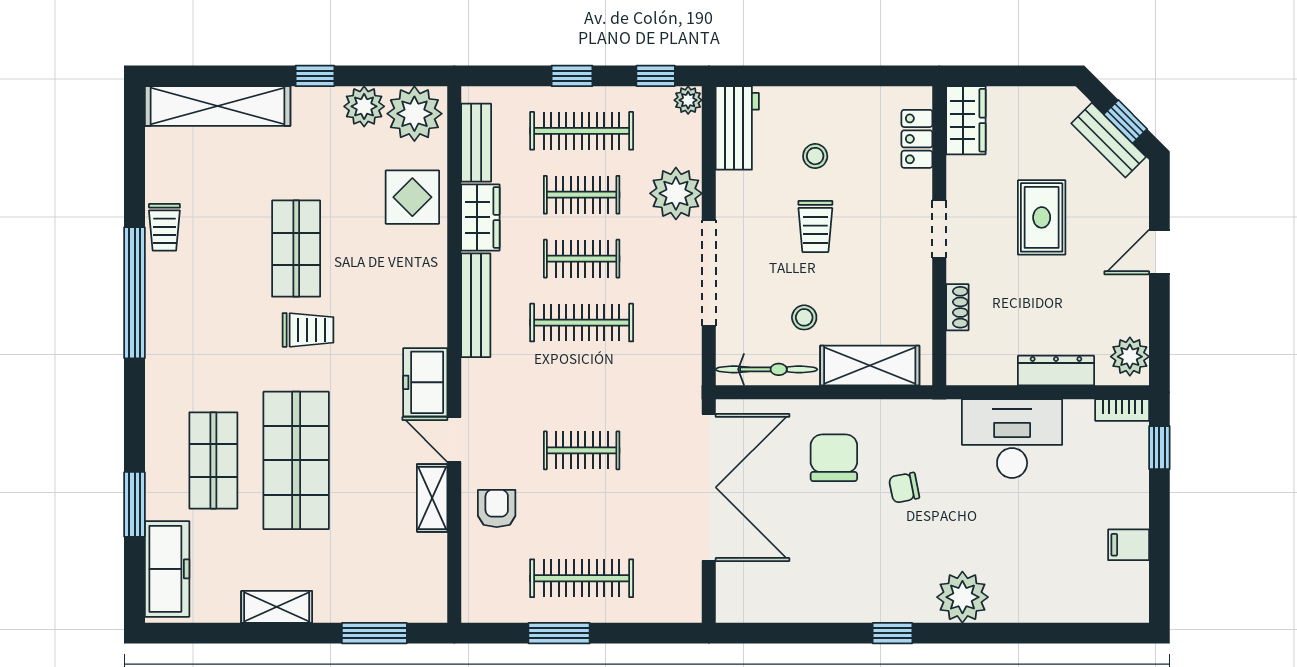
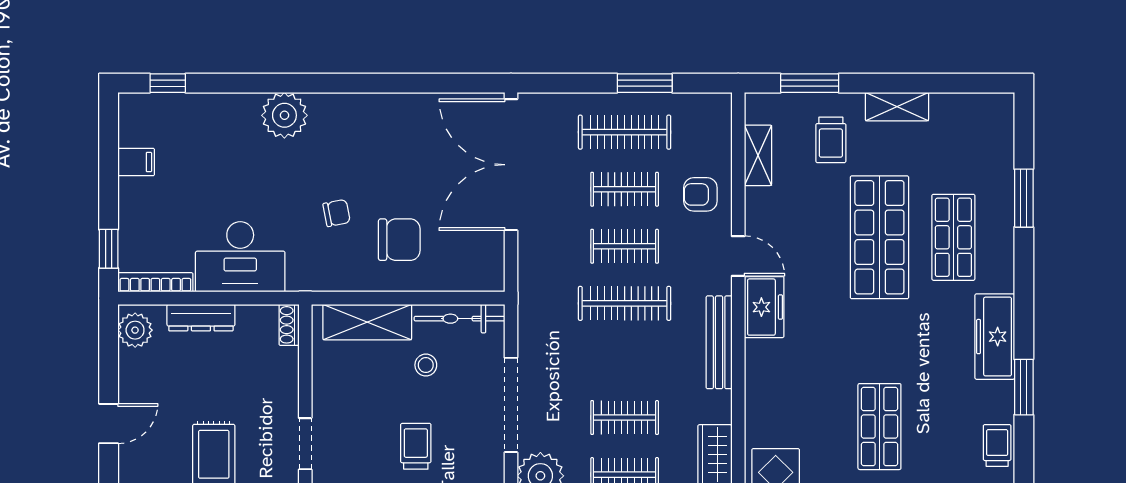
window: (135, 293) -> (1024, 387), width x0.47
bench: (476, 305) -> (719, 342), moved
shoe rack: (957, 307) -> (289, 325), moved
clothes rail: (582, 323) -> (625, 303), moved
trolley: (308, 330) -> (831, 140), moved, turned -90
bookcase: (1122, 410) -> (155, 282), width x1.56
chair: (834, 458) -> (399, 240), turned -90
double door: (709, 487) -> (511, 165), moved
shelving: (432, 498) -> (758, 155), moved
armchair: (497, 508) -> (700, 194), turned 90
clothes rail: (582, 514) -> (625, 189), added
freezer: (167, 569) -> (995, 337), moved
window: (892, 633) -> (168, 83), moved

